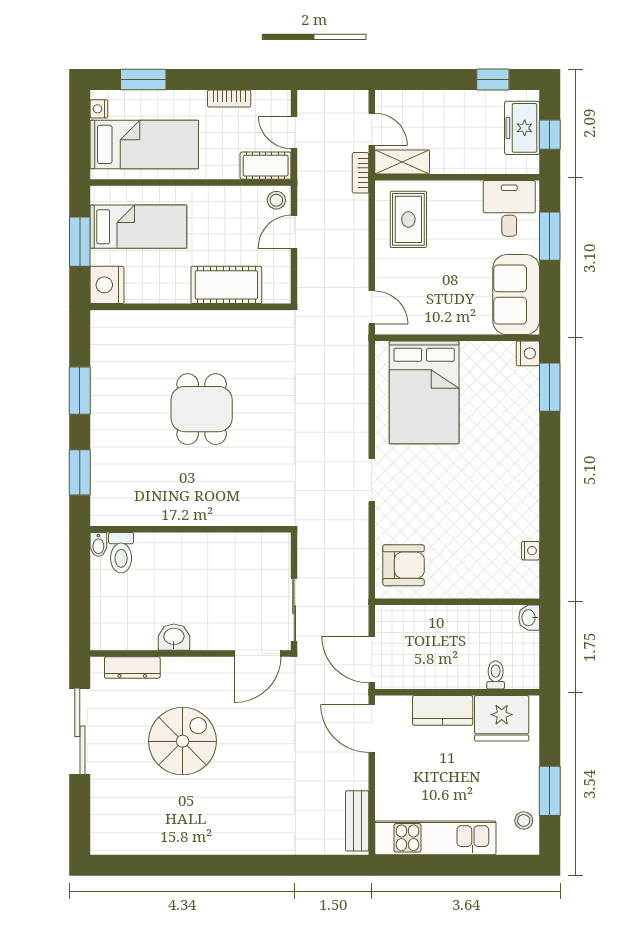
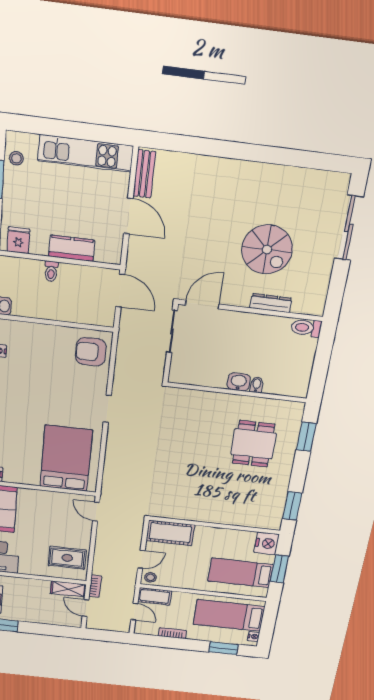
rug: (408, 219) -> (67, 558), turned 90
cot: (226, 285) -> (170, 533), moved
window: (80, 391) -> (292, 506), moved
dining table: (202, 409) -> (253, 444), moved
bidet: (98, 545) -> (257, 385), moved
toilet: (121, 553) -> (306, 328), moved, turned -90
washbasin: (174, 637) -> (239, 382), moved, turned 180
dresser: (132, 667) -> (271, 303), moved
toilet: (496, 675) -> (51, 271), moved
fridge: (502, 718) -> (18, 240), width x0.53, depth x0.75
door: (372, 729) -> (128, 216), moved
sliding door: (80, 731) -> (349, 228), moved
spiral stairs: (183, 741) -> (267, 250), turned -90

